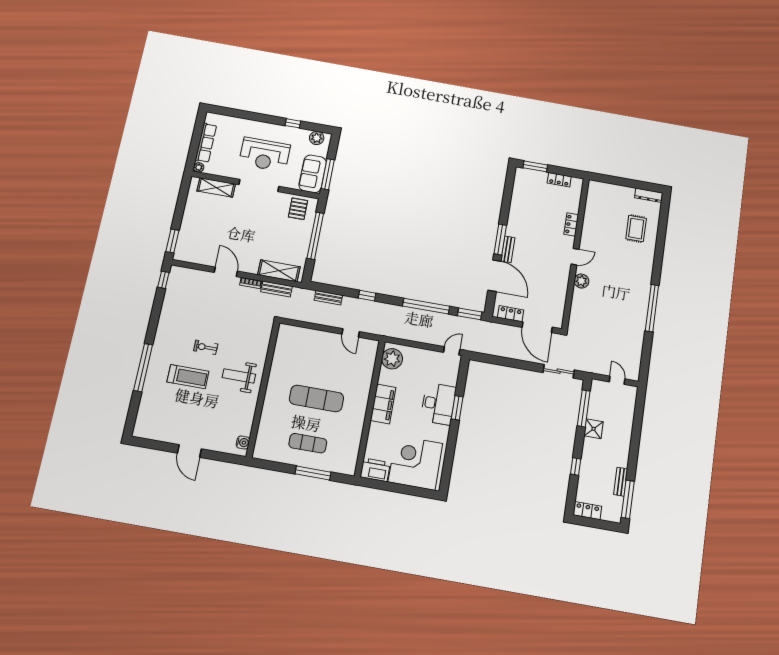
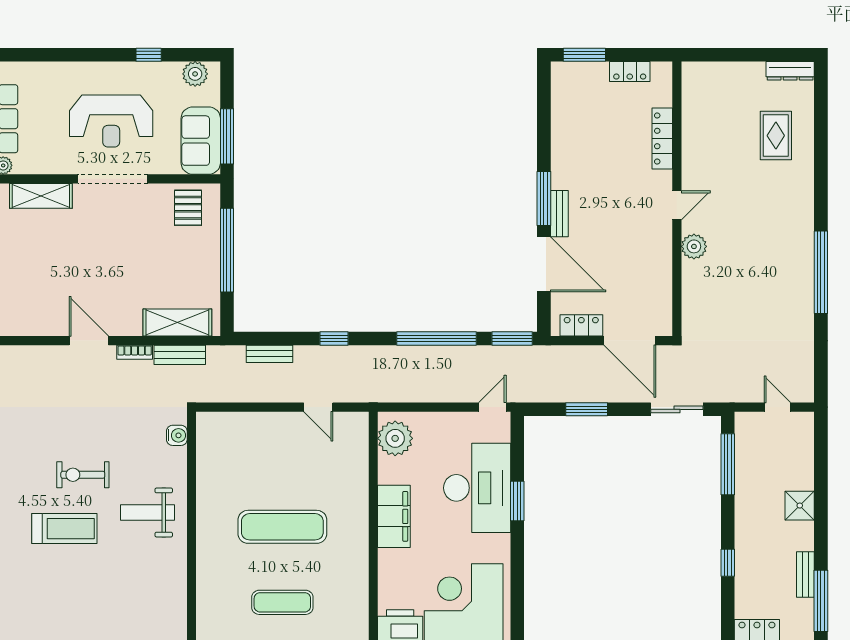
locker: (571, 225) -> (662, 139), width x1.53
exercise bike: (206, 347) -> (83, 475), width x1.38, depth x1.39
window: (506, 362) -> (587, 409), added
desk: (438, 404) -> (477, 488), width x1.36, depth x1.30
shower: (594, 429) -> (800, 506), moved
water cooler: (243, 442) -> (177, 435), moved

